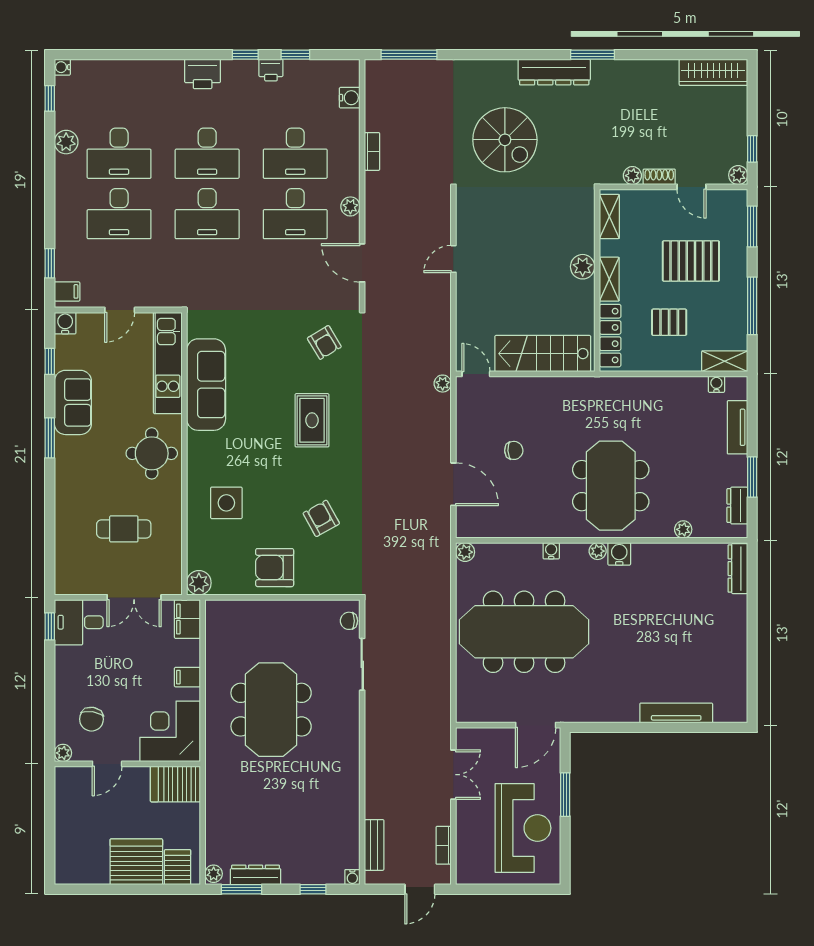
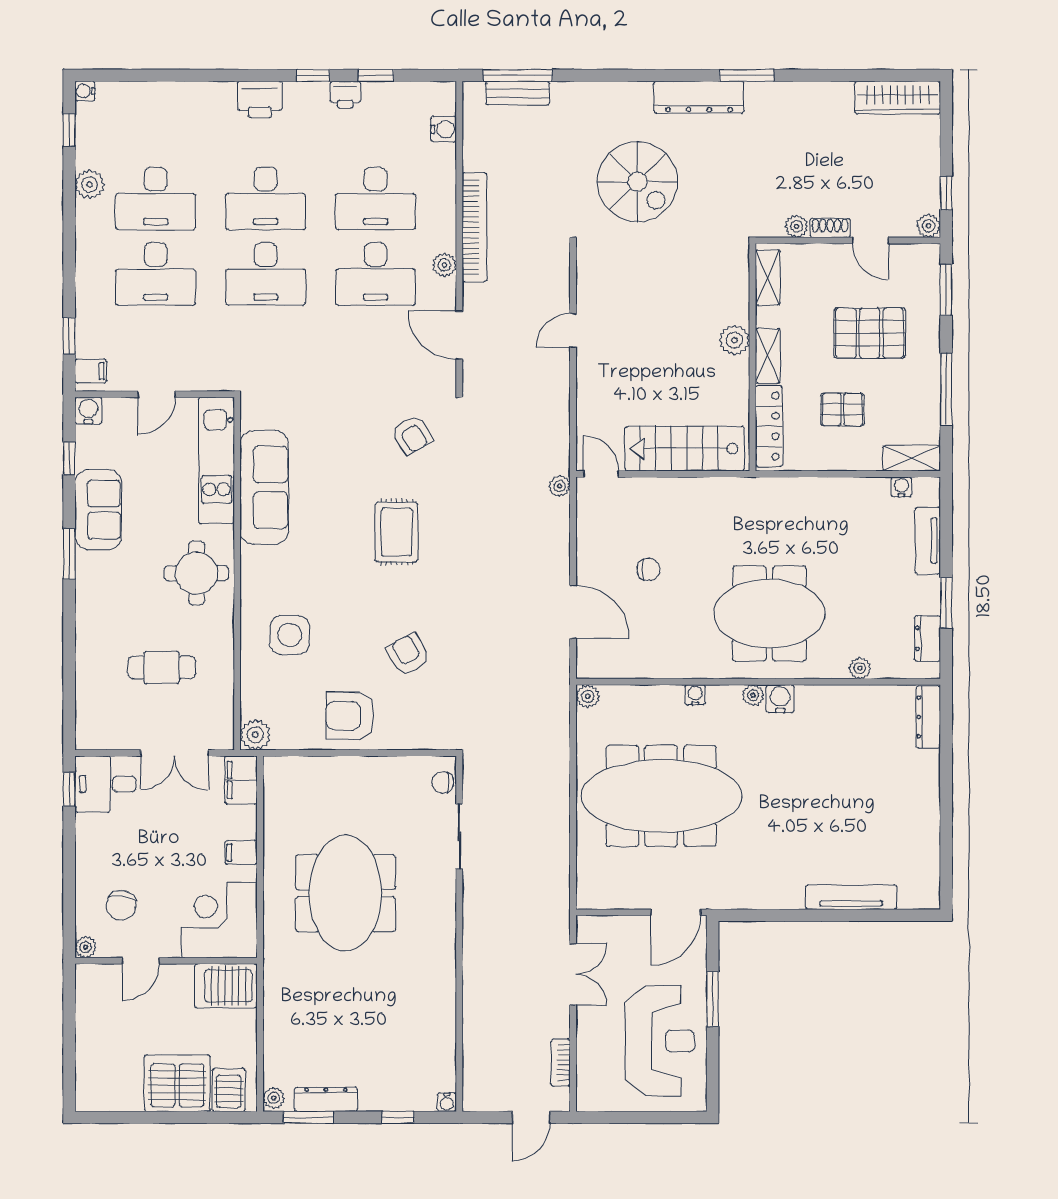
bookcase: (372, 151) -> (474, 227), width x2.31, depth x1.31
meeting table: (611, 486) -> (769, 614), turned 90
bench: (374, 845) -> (518, 93), moved, turned 90

